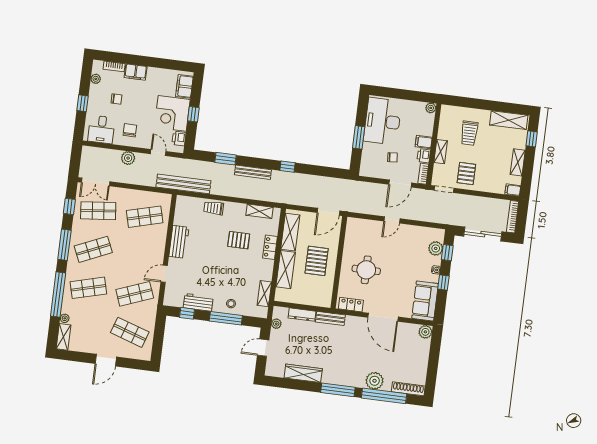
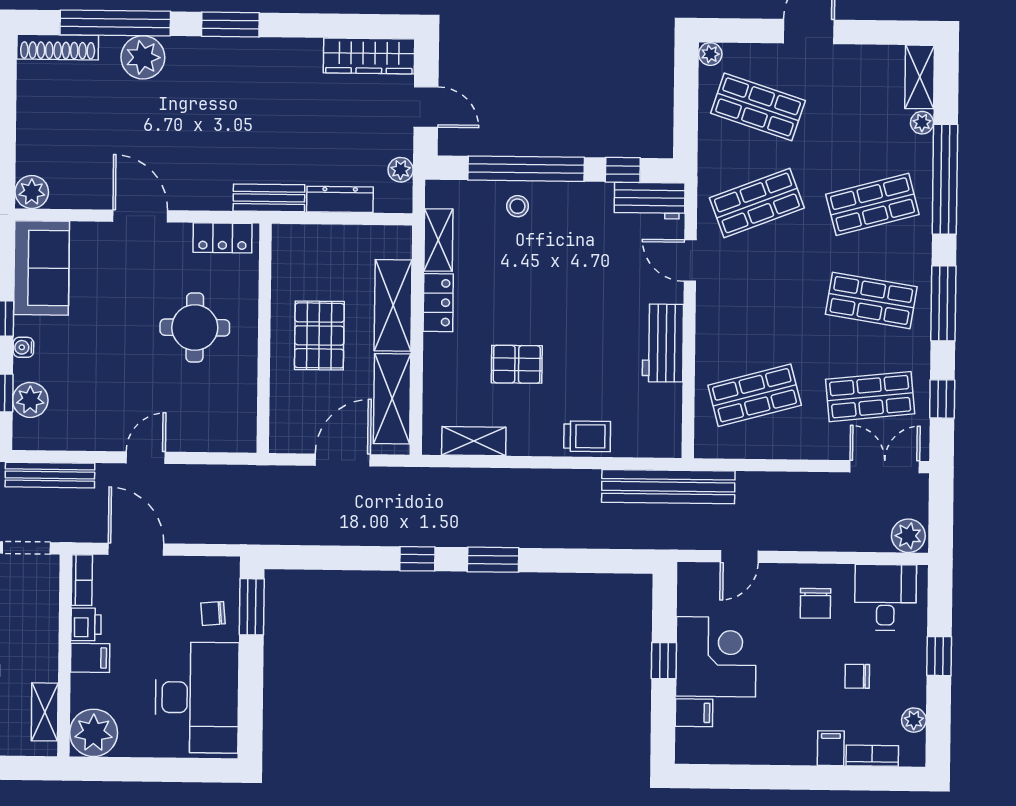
filing cabinet: (136, 72) -> (831, 748), width x0.50
filing cabinet: (184, 86) -> (694, 713), width x0.50
plant: (431, 108) -> (94, 733), width x1.87, depth x1.87
window: (359, 137) -> (252, 607), moved
printer: (179, 138) -> (692, 597), removed
shelving: (441, 152) -> (45, 712), moved
door: (158, 153) -> (739, 557), hinge flipped
chair: (392, 157) -> (213, 613), moved
plant: (128, 158) -> (908, 536), moved
window: (225, 159) -> (493, 560), moved
bench: (253, 172) -> (50, 475), moved
door: (400, 184) -> (136, 549), hinge flipped
door: (328, 212) -> (343, 460), moved
locker: (270, 247) -> (438, 303), moved
shop shelf: (93, 249) -> (871, 300), turned 33
door: (164, 274) -> (690, 261), swing flipped
workbench: (198, 302) -> (650, 201), moved
door: (383, 317) -> (140, 216), width x0.73
window: (226, 318) -> (526, 169), width x1.46
door: (263, 348) -> (426, 107), hinge flipped
plant: (146, 356) -> (710, 54), added
wardrobe: (303, 373) -> (369, 56), moved
window: (338, 390) -> (230, 24), width x0.69

